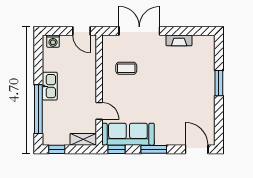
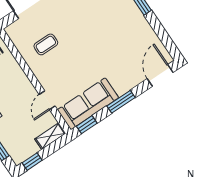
door: (99, 111) -> (47, 100), swing flipped
door: (197, 149) -> (160, 75), hinge flipped

